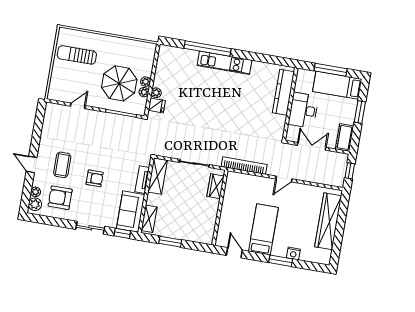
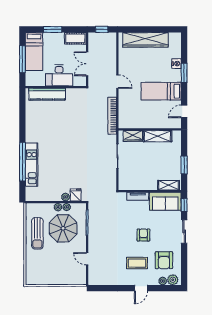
sun lounger: (77, 55) -> (37, 233), moved
kitchen unit: (224, 63) -> (32, 165), moved
shelving: (158, 176) -> (157, 136), moved

